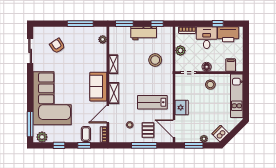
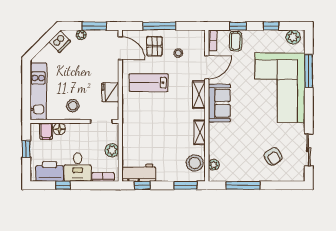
workbench: (144, 33) -> (139, 173), moved
window: (246, 51) -> (26, 149), added
stool: (155, 60) -> (195, 163), moved
floor lamp: (207, 67) -> (59, 129), moved
lab bench: (152, 102) -> (149, 83), turned 180
fridge: (182, 108) -> (110, 92), moved
window: (30, 124) -> (309, 71), moved

